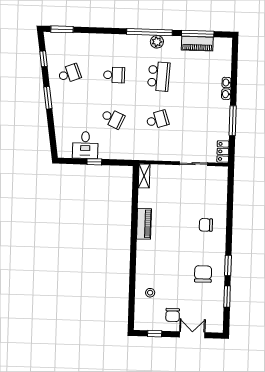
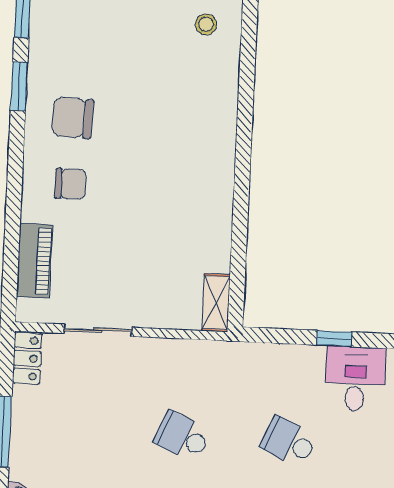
school desk: (157, 120) -> (182, 436), turned 42
piano: (144, 224) -> (35, 261), moved, turned 180
chair: (203, 274) -> (73, 118), moved, turned 93

